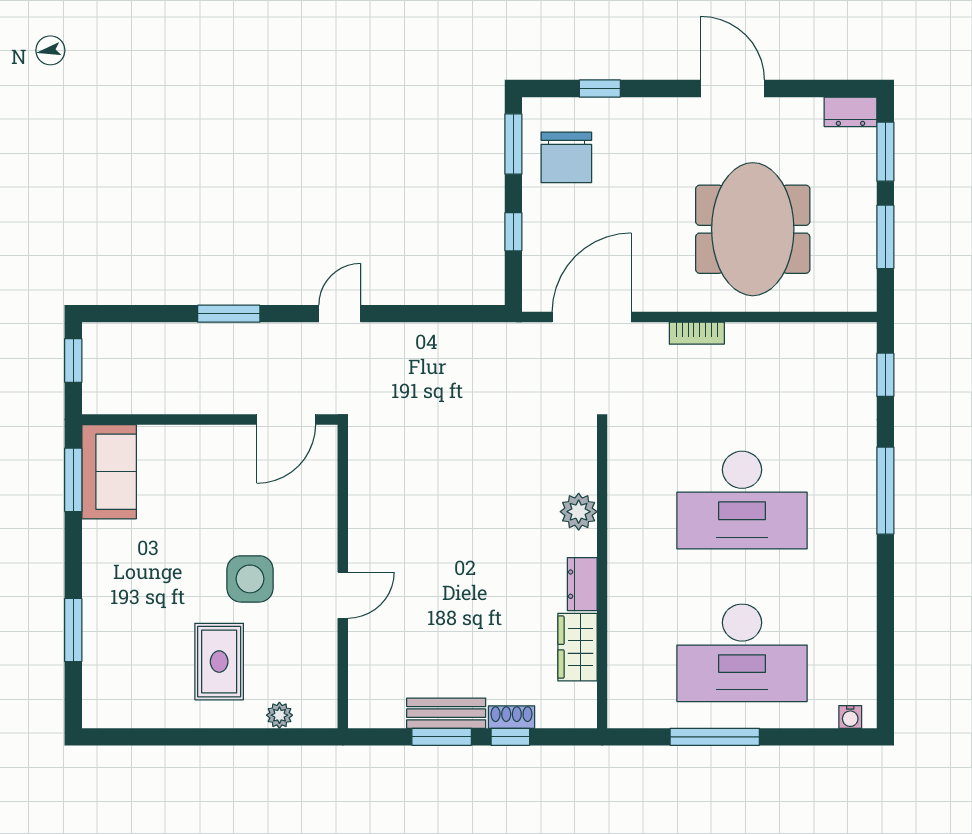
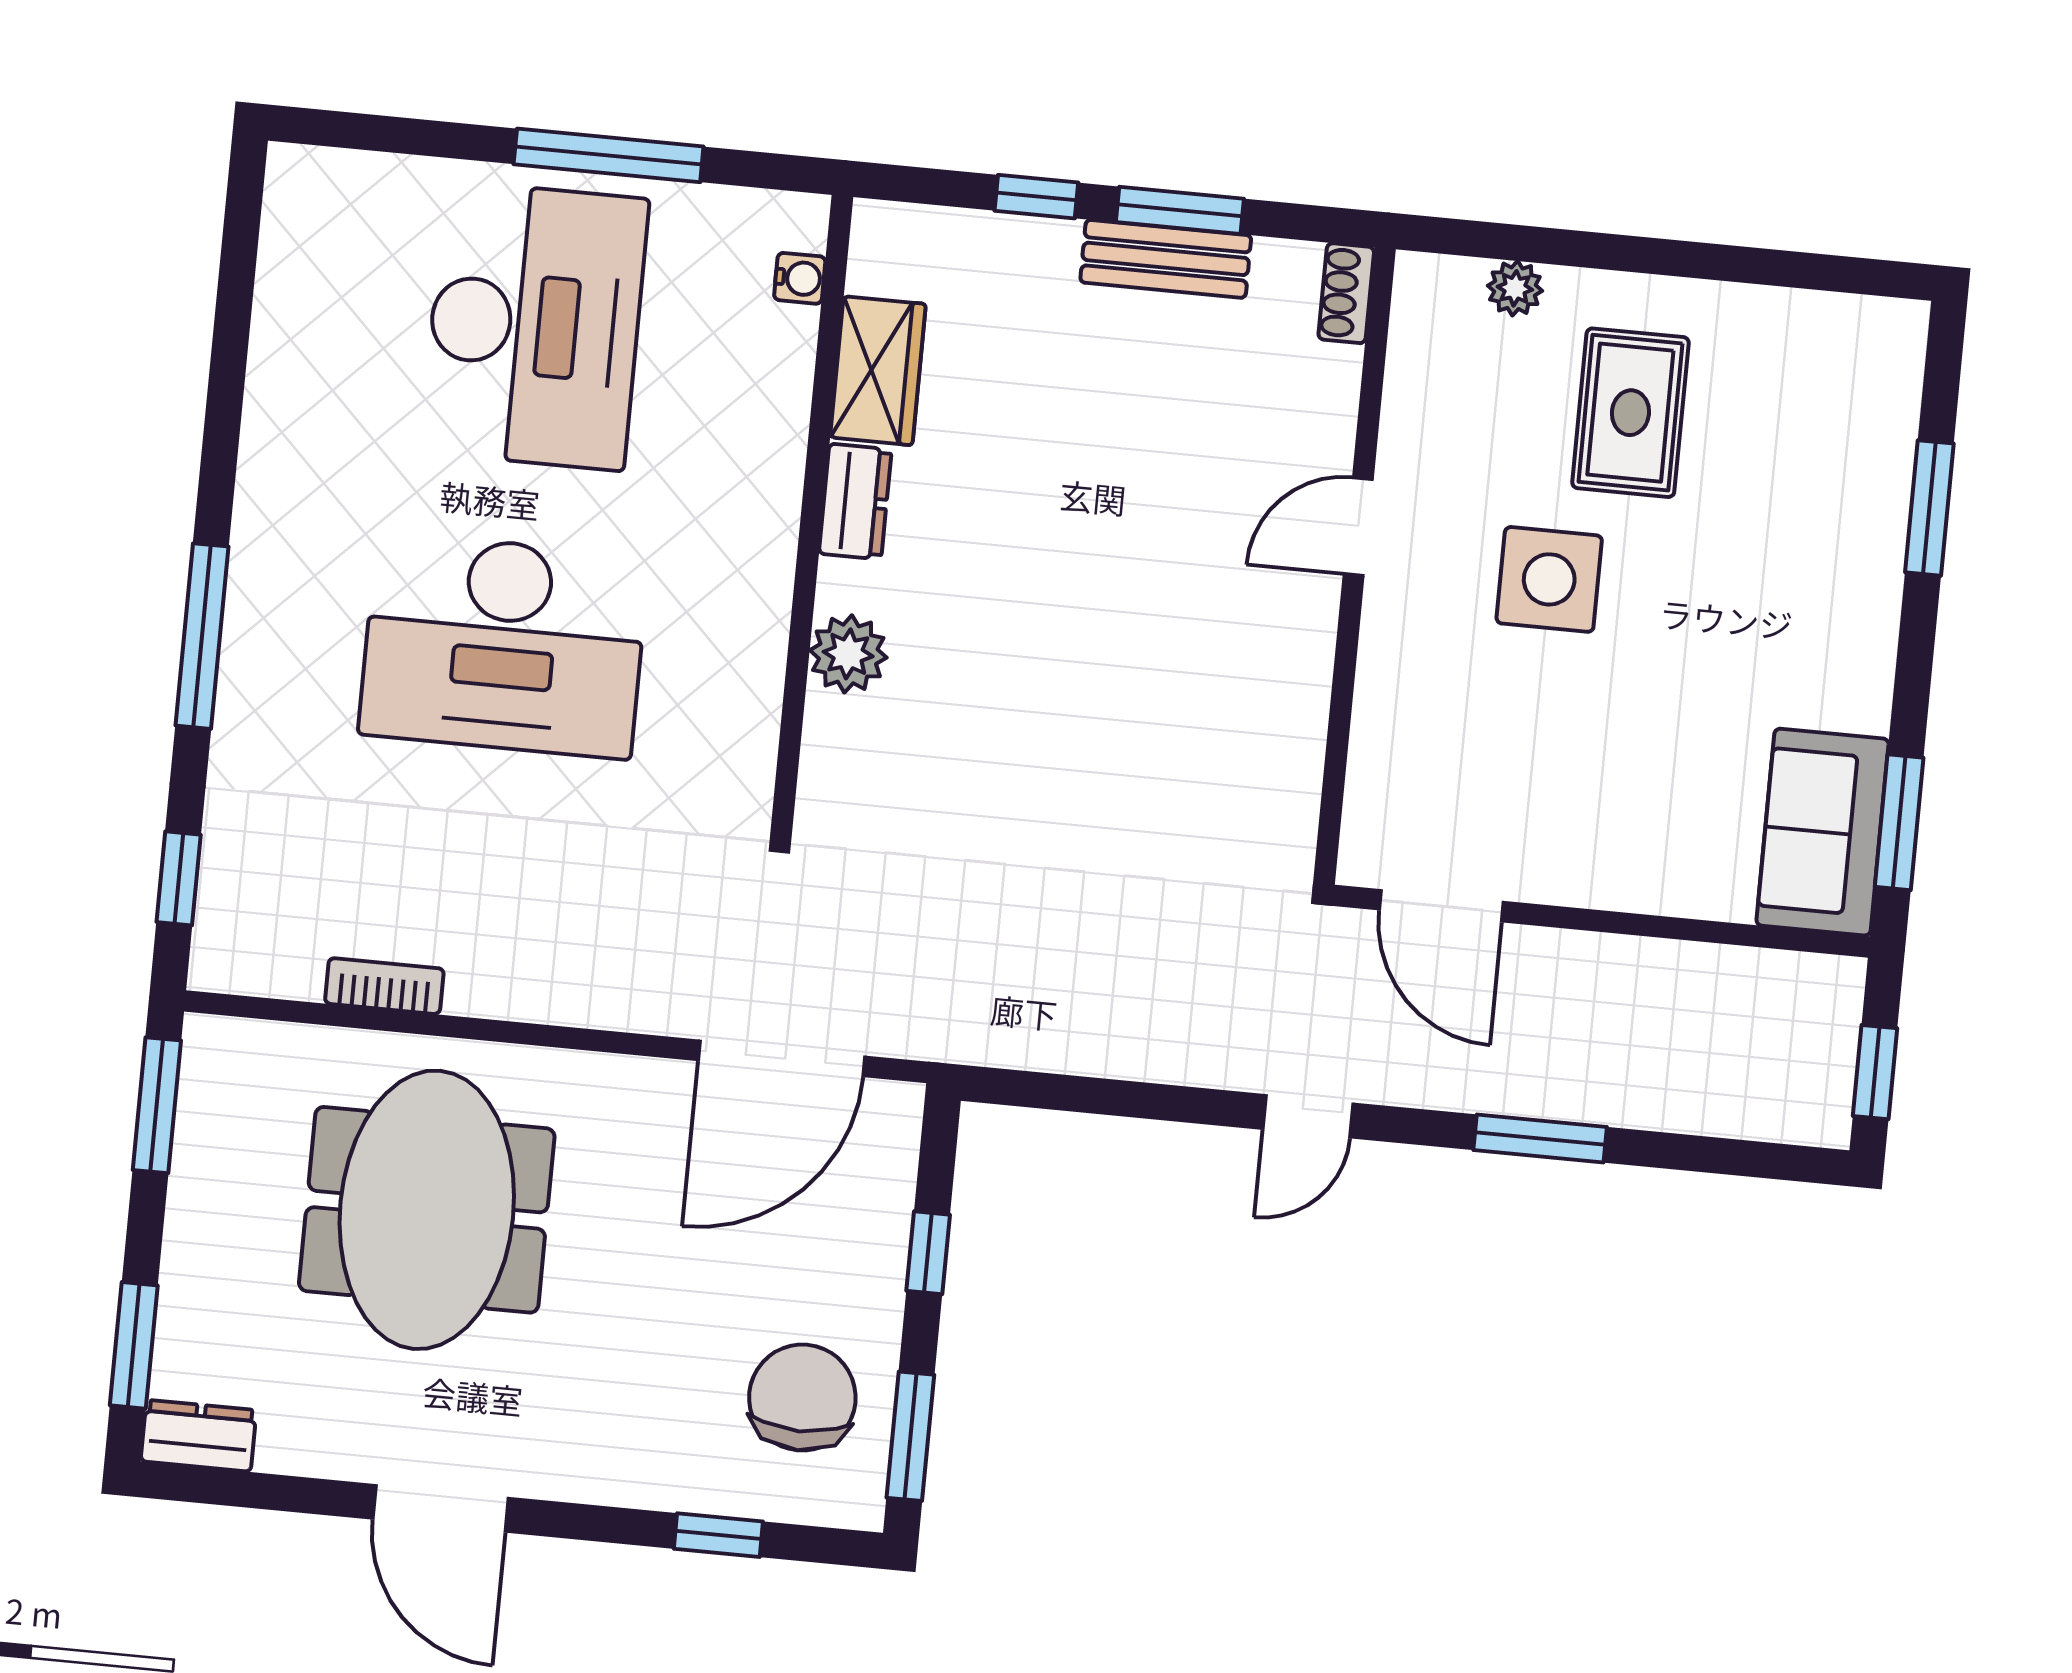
window: (885, 237) -> (157, 1105), moved
bookcase: (697, 333) -> (384, 986), moved
door: (286, 419) -> (1441, 906), swing flipped
desk: (742, 500) -> (504, 645), turned 180
desk: (742, 653) -> (535, 326), turned 90
shoe rack: (512, 717) -> (1346, 293), moved, turned 90
water cooler: (850, 717) -> (800, 278), moved, turned 90

